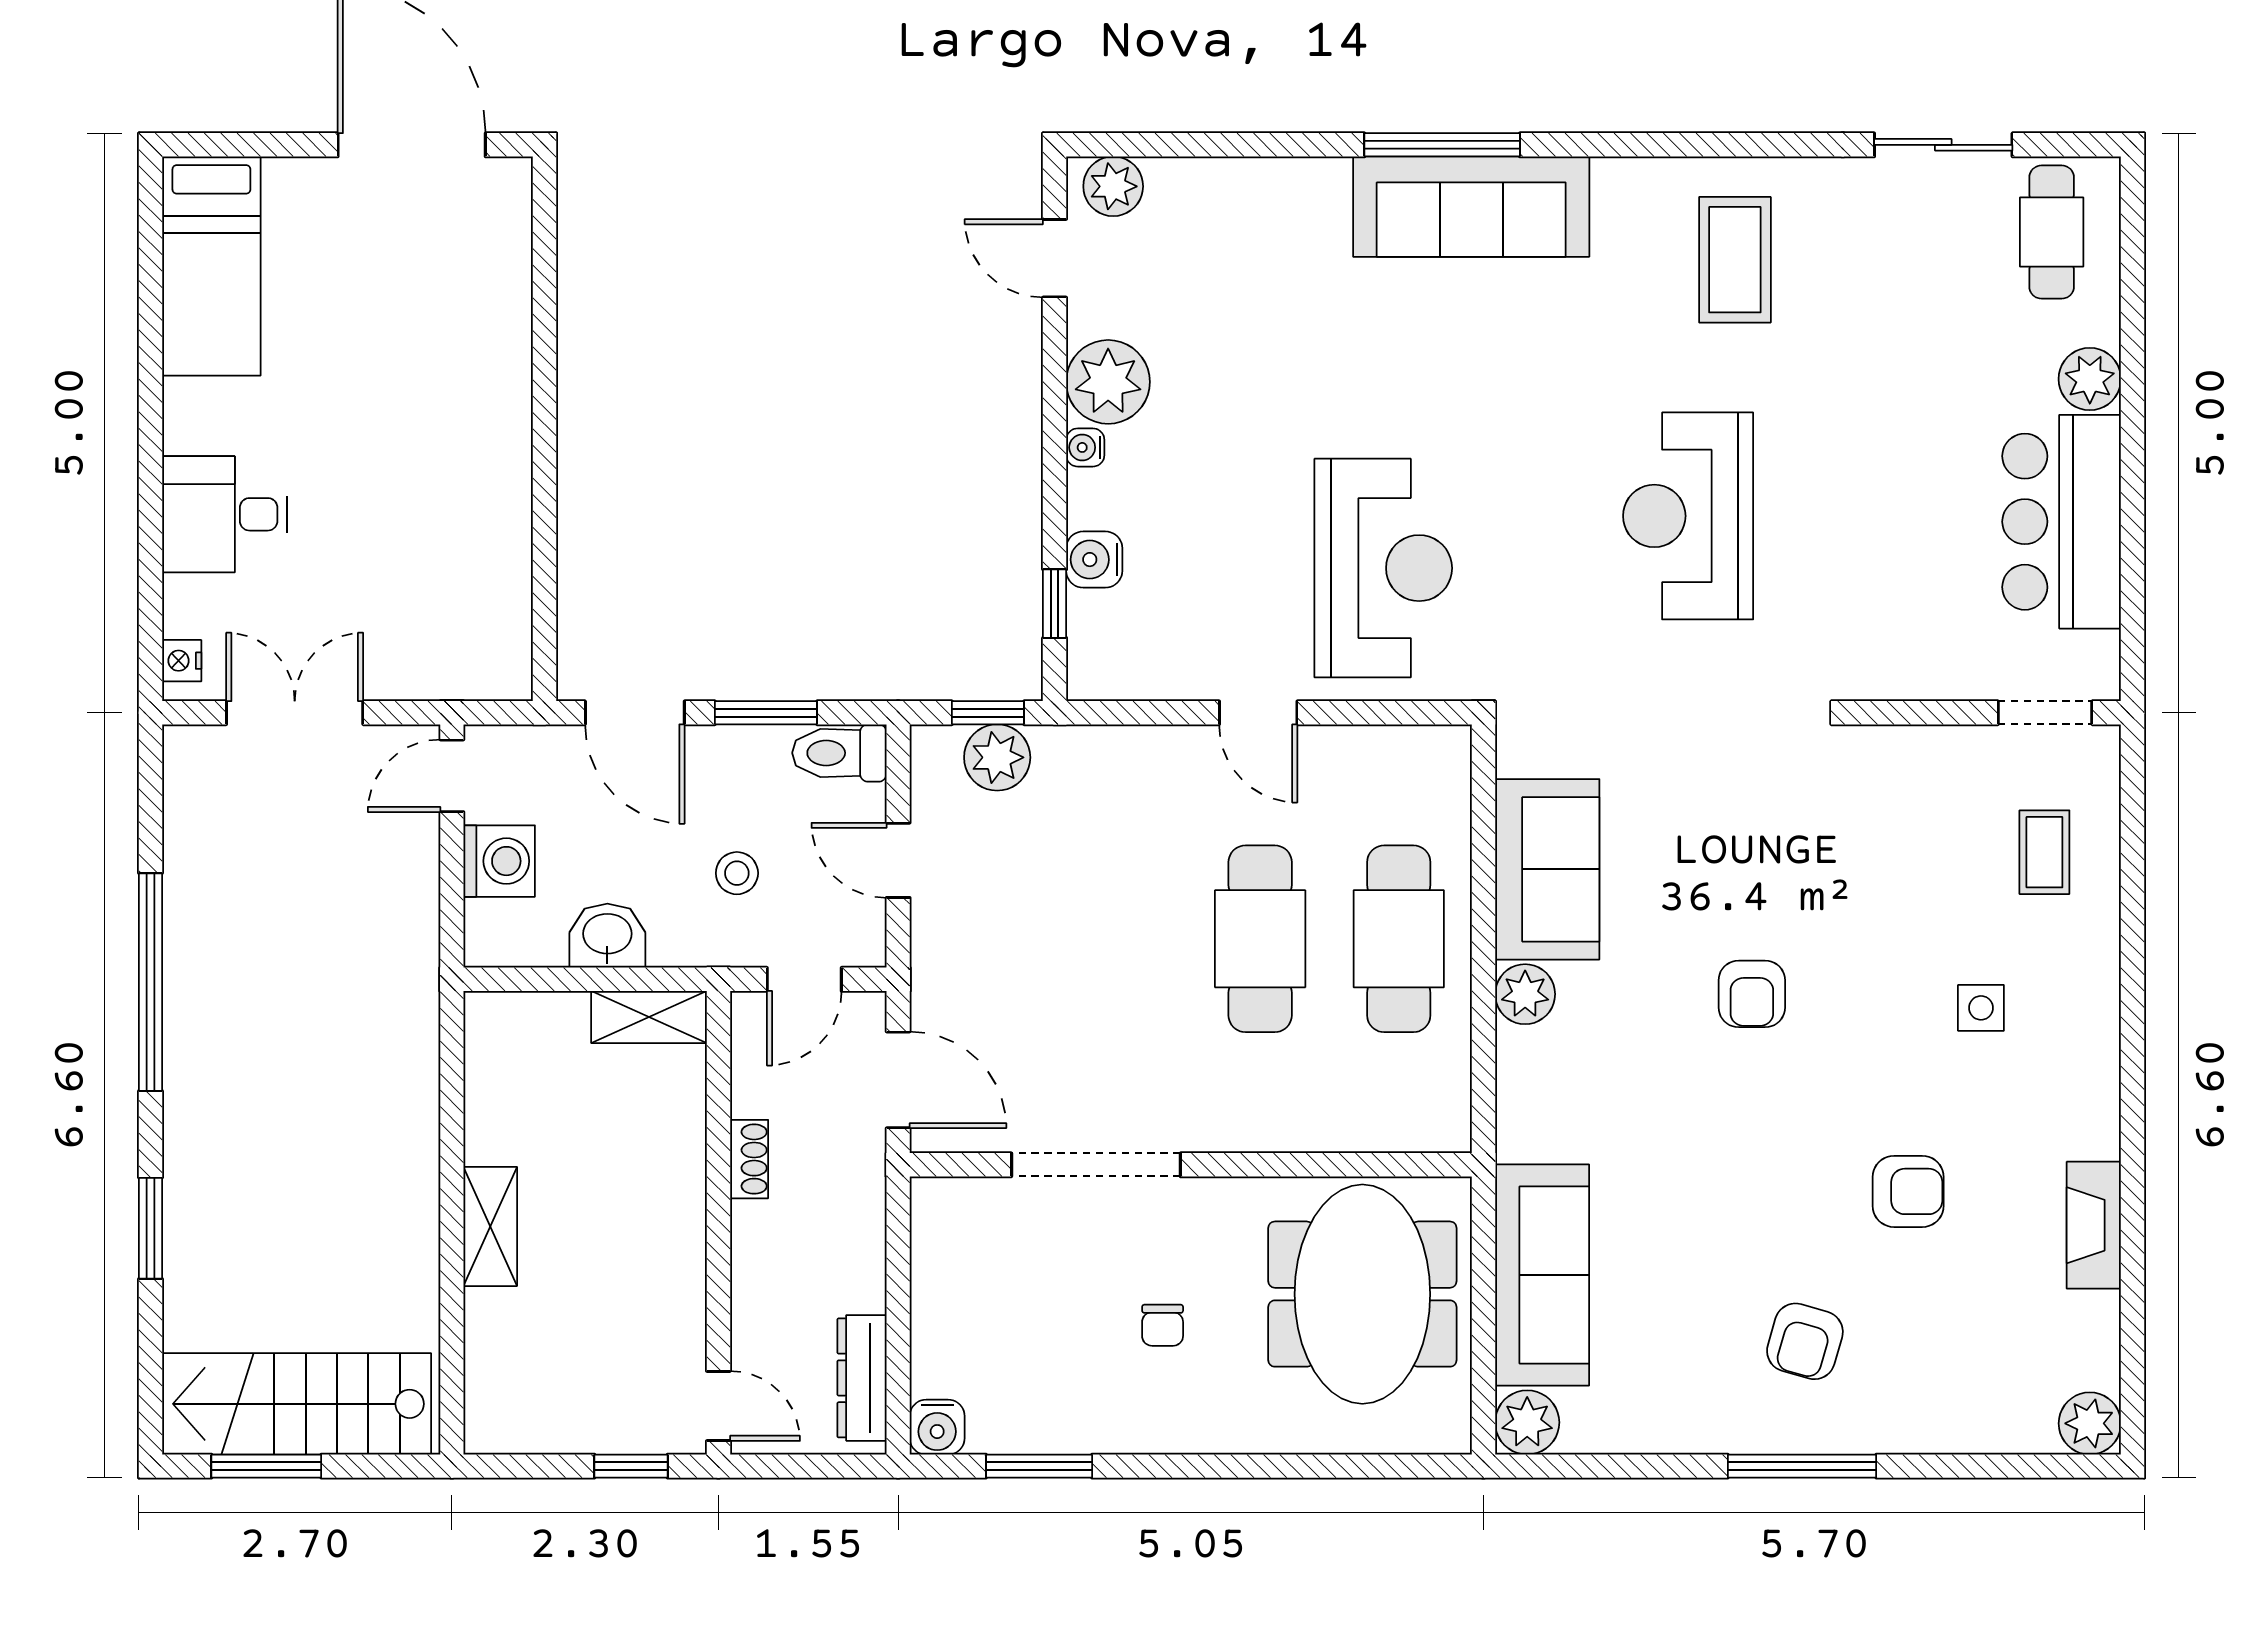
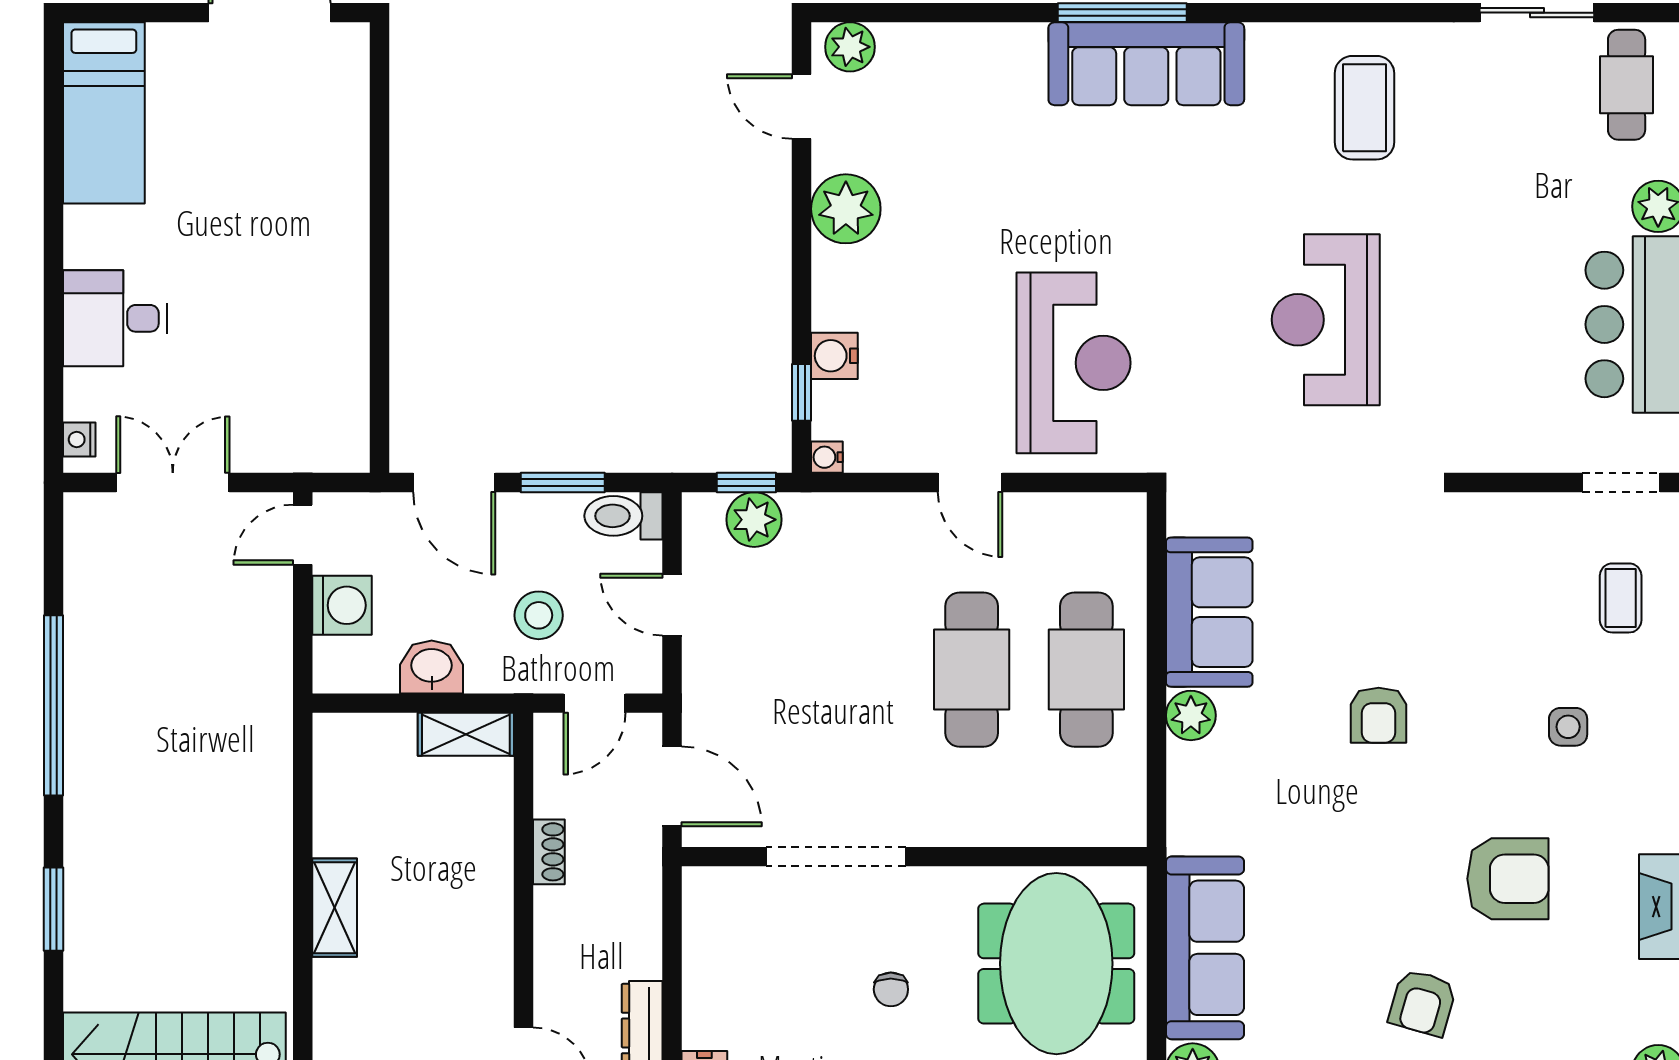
water cooler: (1085, 447) -> (827, 457), moved
stool: (737, 873) -> (539, 615), width x1.37, depth x1.37
armchair: (1908, 1191) -> (1508, 879), width x1.38, depth x1.38

